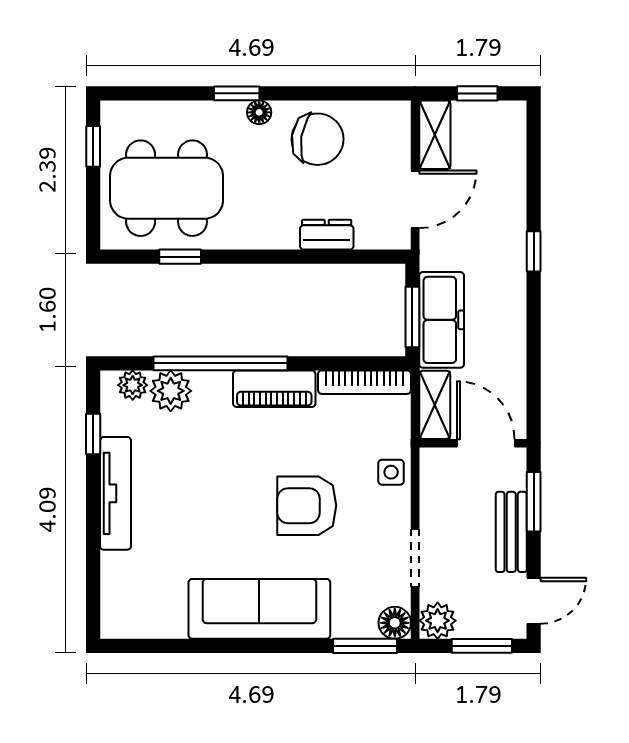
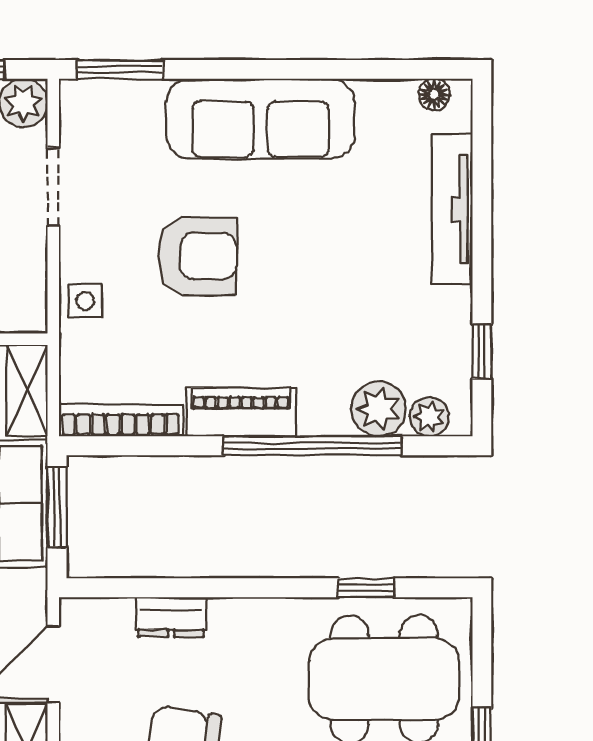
tv unit: (116, 493) -> (452, 209), moved
floor lamp: (395, 623) -> (434, 94), moved, width x0.73, depth x0.73

